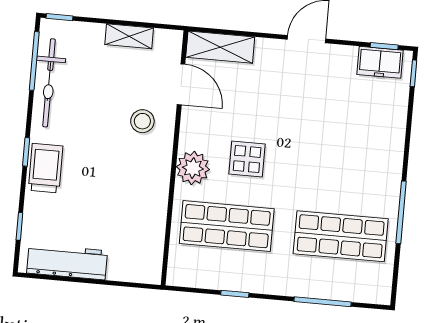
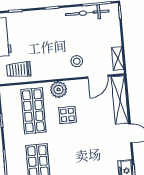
shelving: (129, 36) -> (118, 59), moved
shelving: (220, 47) -> (120, 100), width x1.47
trolley: (46, 168) -> (19, 70), moved, turned 180

